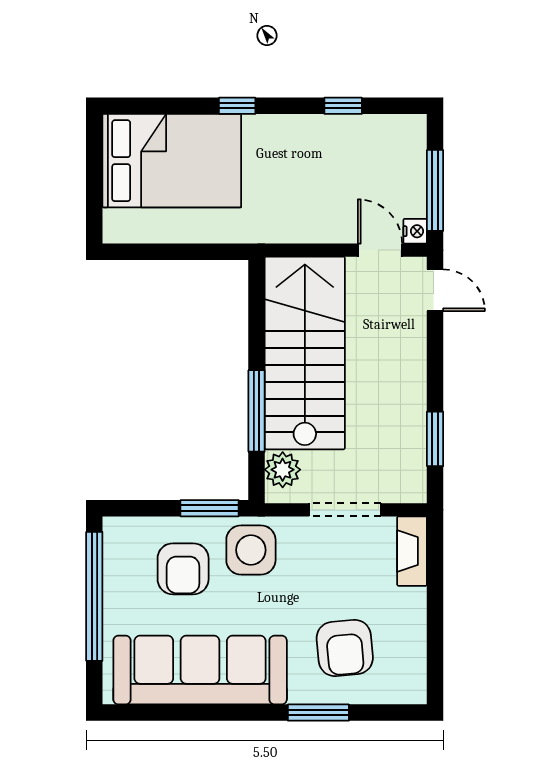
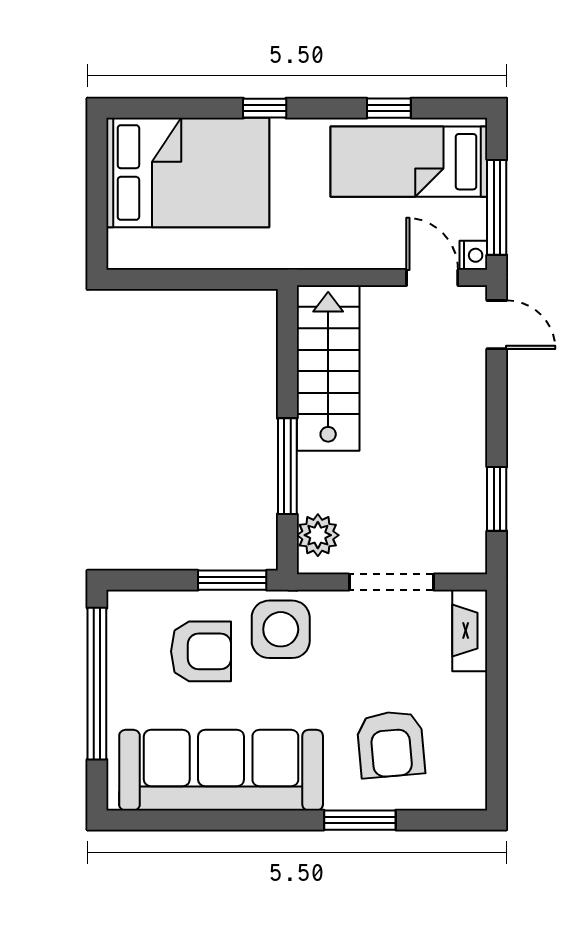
bed: (360, 151) -> (409, 162), added
stairs: (305, 353) -> (328, 368), width x0.73, depth x0.66
armchair: (183, 569) -> (201, 651), turned -90

